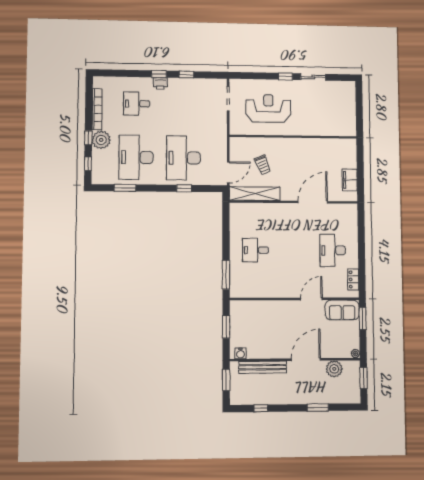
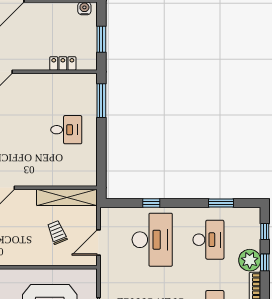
desk: (136, 157) -> (208, 240), width x0.73, depth x0.77
door: (228, 172) -> (99, 242), moved
locker: (259, 306) -> (63, 63), added

